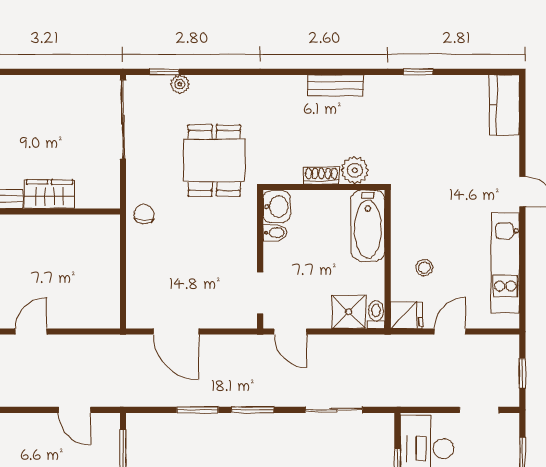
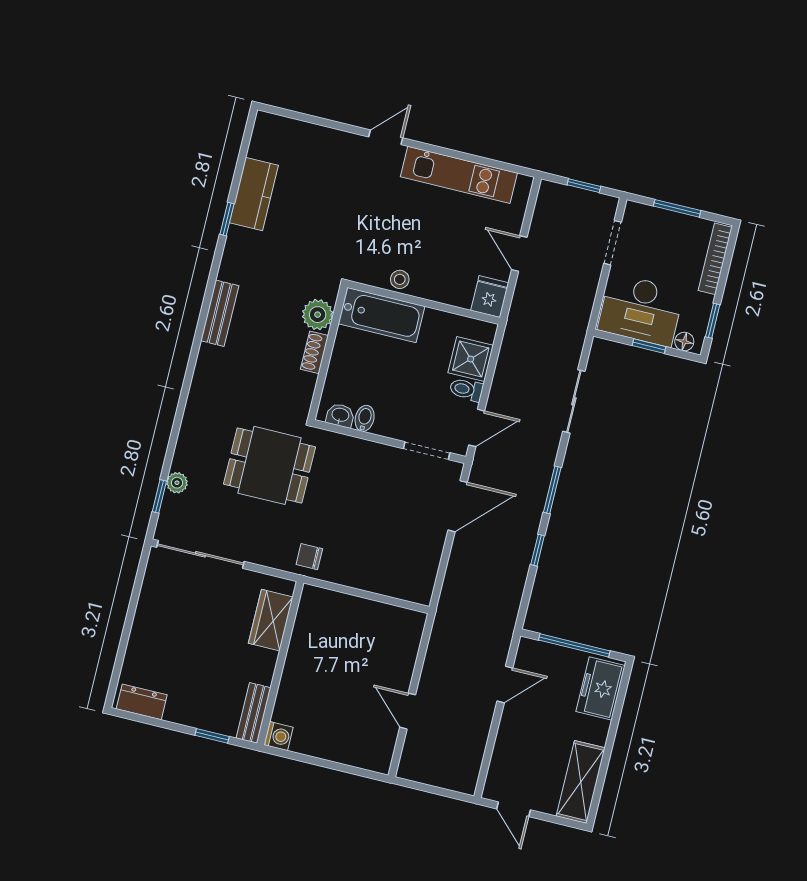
kitchen counter: (504, 105) -> (254, 194), moved, turned -90
wardrobe: (50, 194) -> (271, 620), moved
washbasin: (277, 207) -> (340, 415), width x0.72, depth x0.69
stool: (424, 268) -> (400, 279), moved
toilet: (376, 315) -> (466, 390), moved
door: (176, 332) -> (458, 506), moved
window: (198, 410) -> (538, 550), width x0.67

